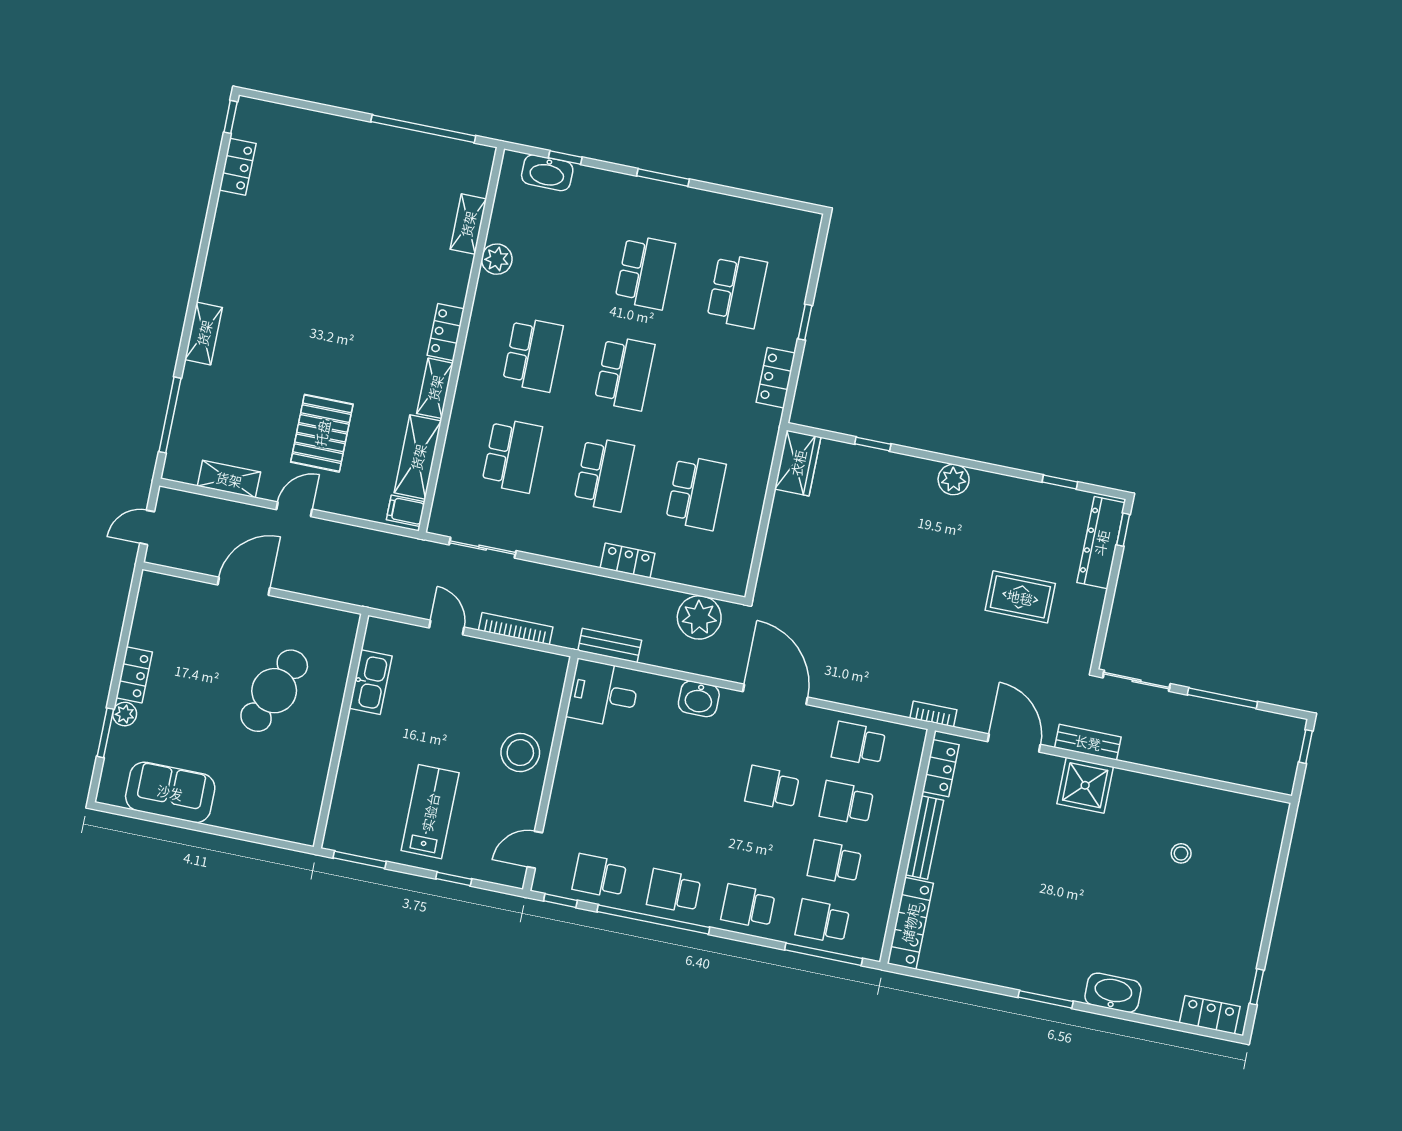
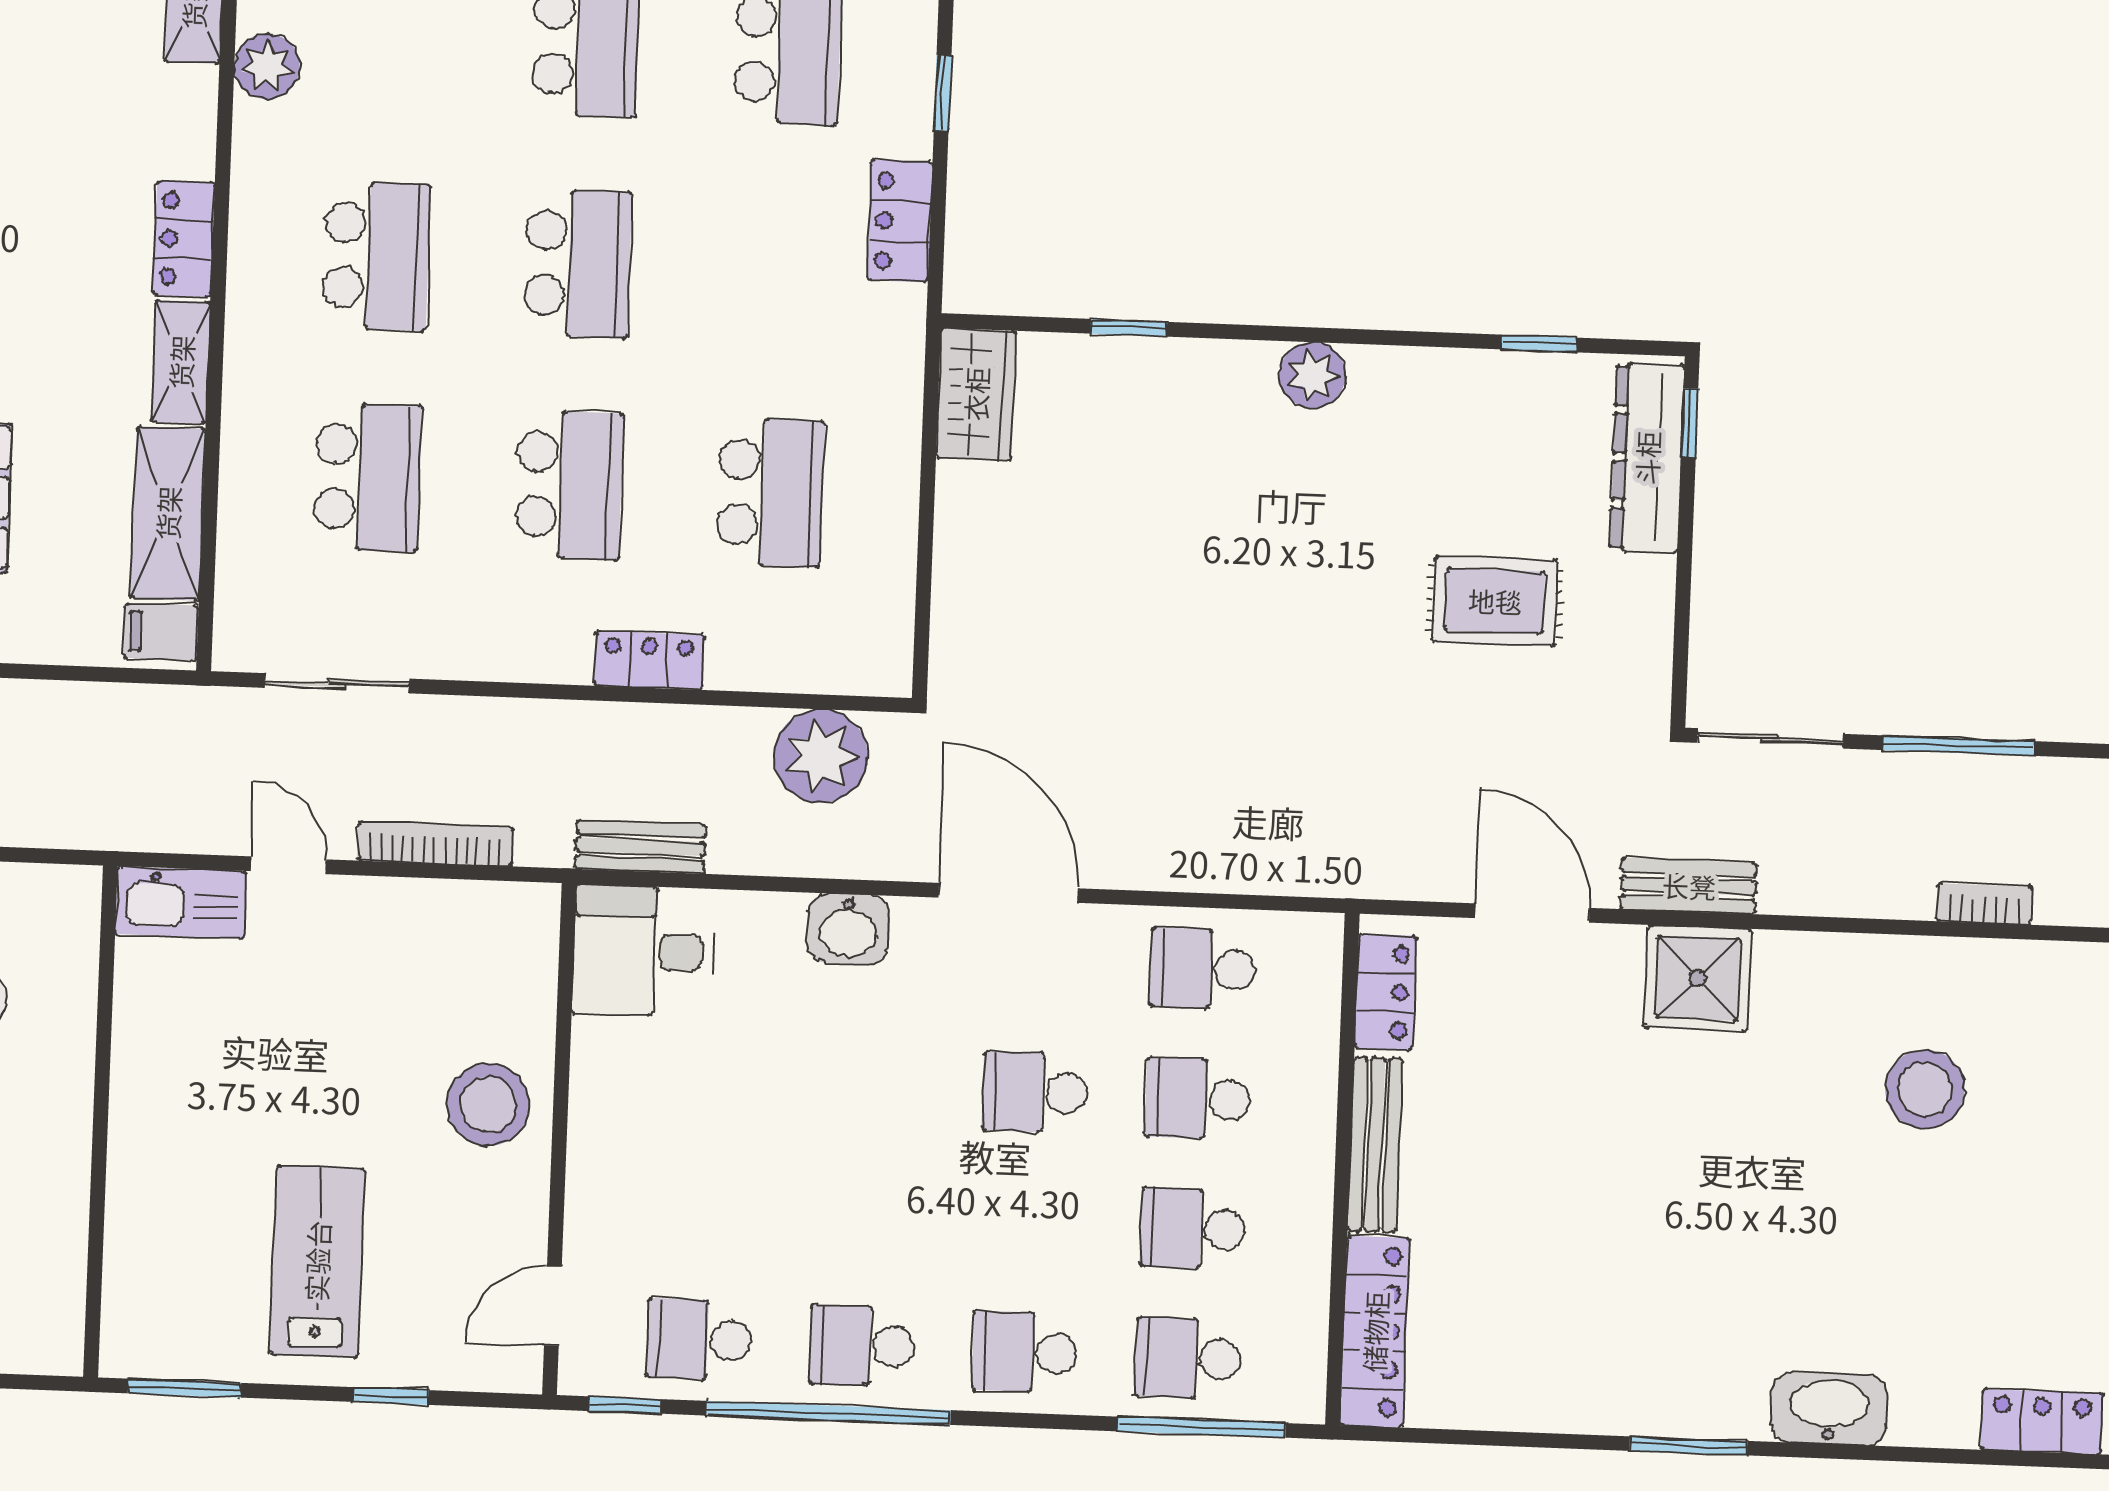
kitchen sink: (371, 682) -> (181, 902), moved, turned 90
bookcase: (933, 714) -> (1984, 904), moved
stool: (1181, 853) -> (1925, 1089), width x1.89, depth x1.89

